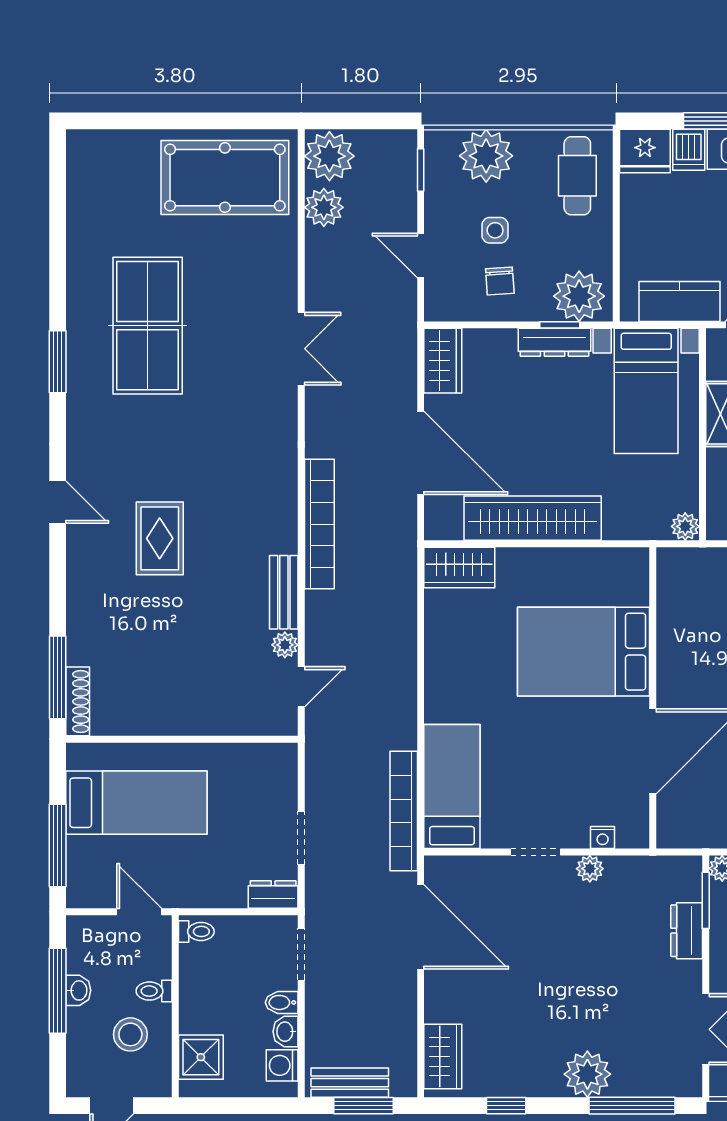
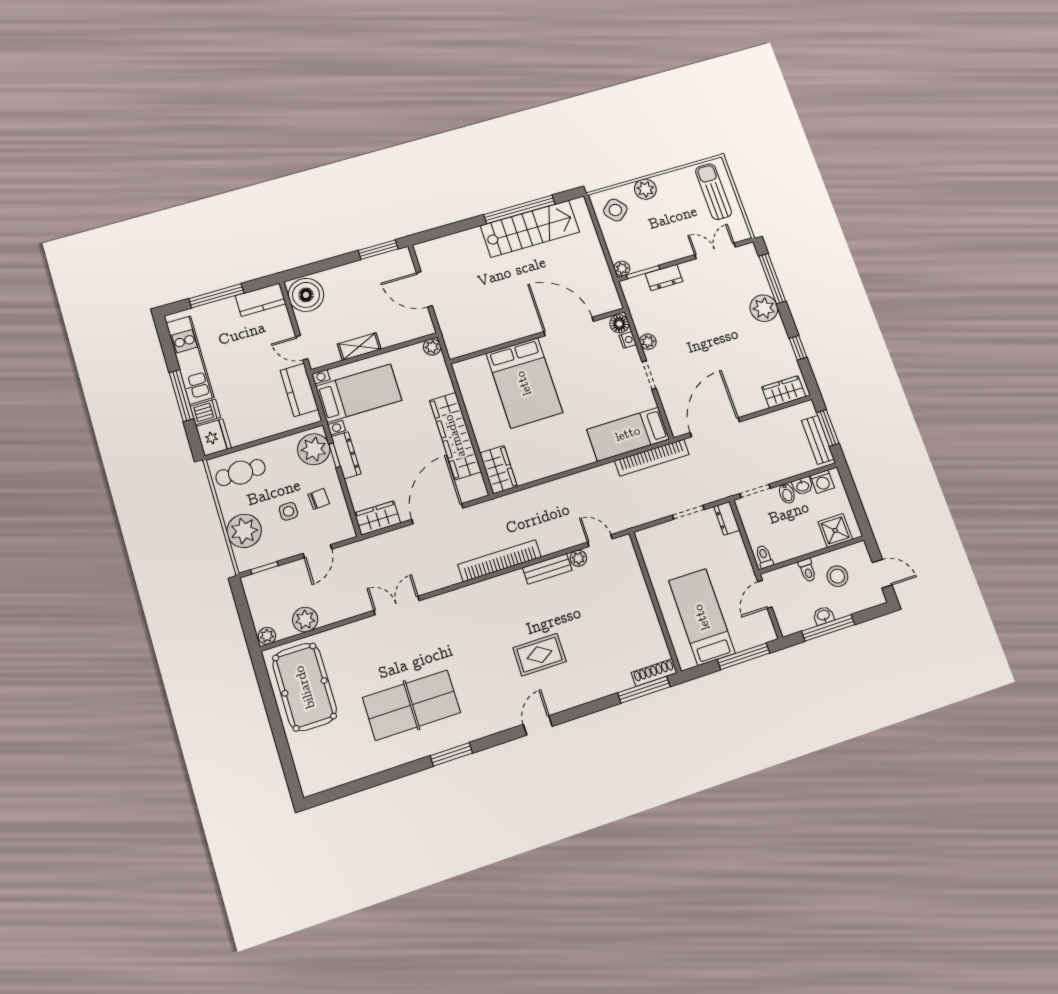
plant: (329, 156) -> (267, 636), width x0.53, depth x0.53
floor lamp: (633, 833) -> (619, 324), added

